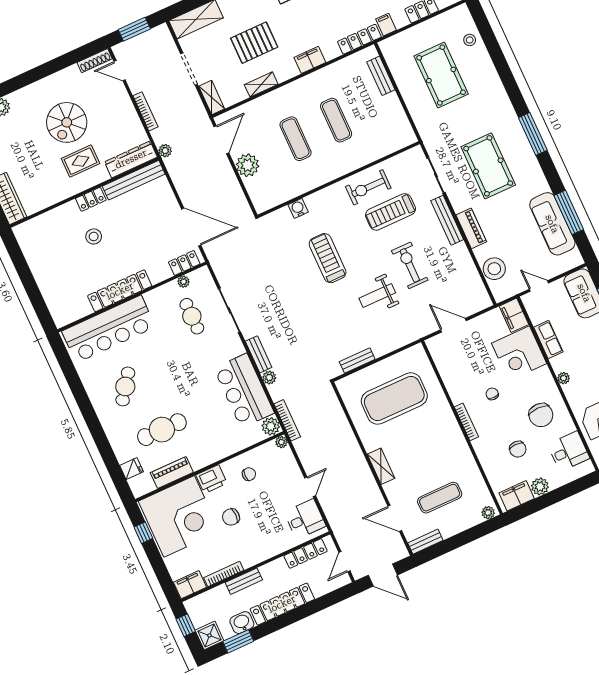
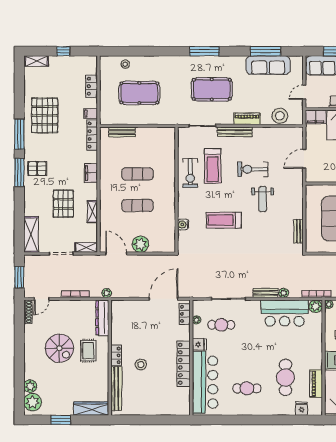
bench: (134, 180) -> (116, 389), moved
fridge: (154, 299) -> (199, 344), added
cafe table: (125, 386) -> (247, 388), turned -36

